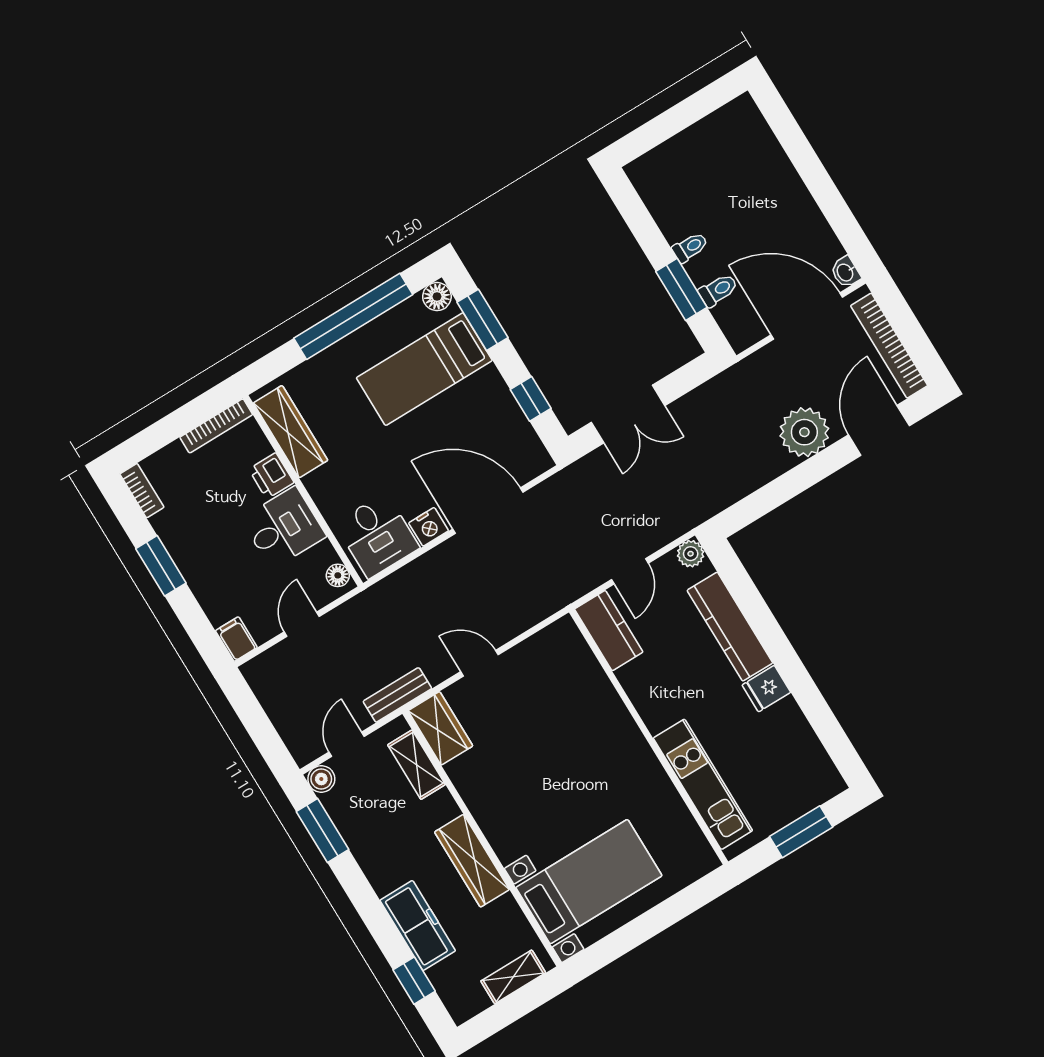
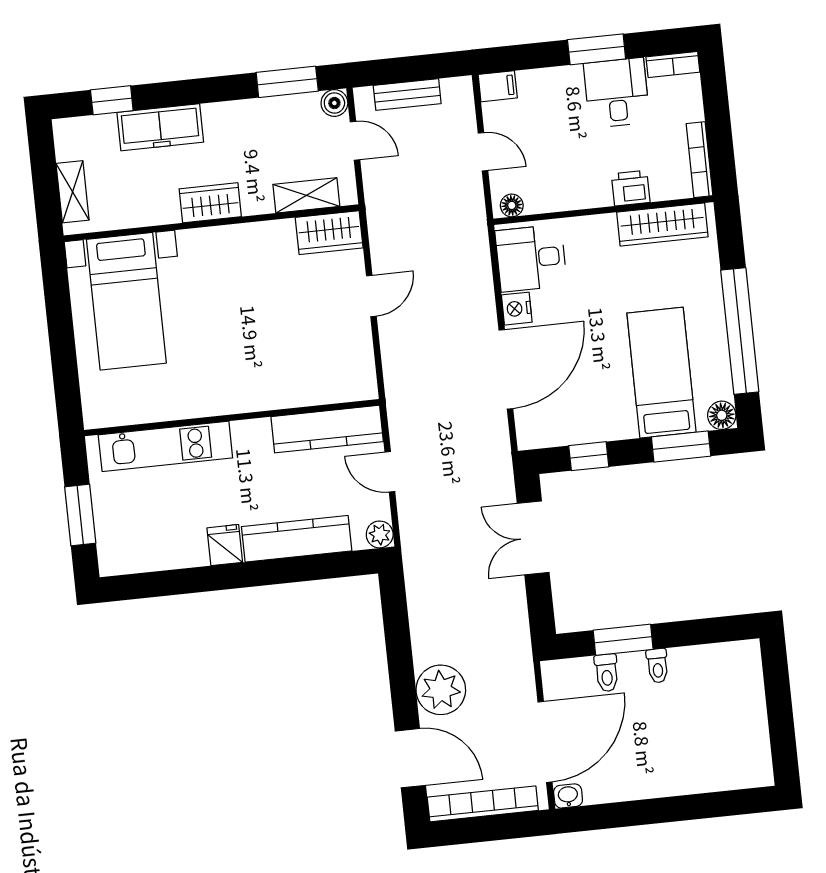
desk: (284, 528) -> (617, 93), moved, turned 180
kitchen counter: (609, 631) -> (327, 429), width x1.50
bench: (397, 695) -> (407, 95), moved, turned 90
wardrobe: (472, 861) -> (210, 203), width x0.67

